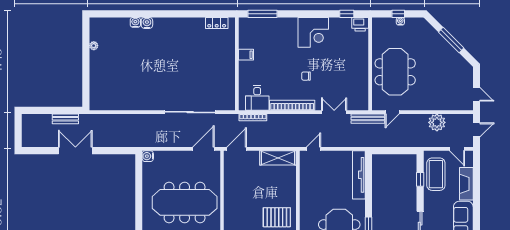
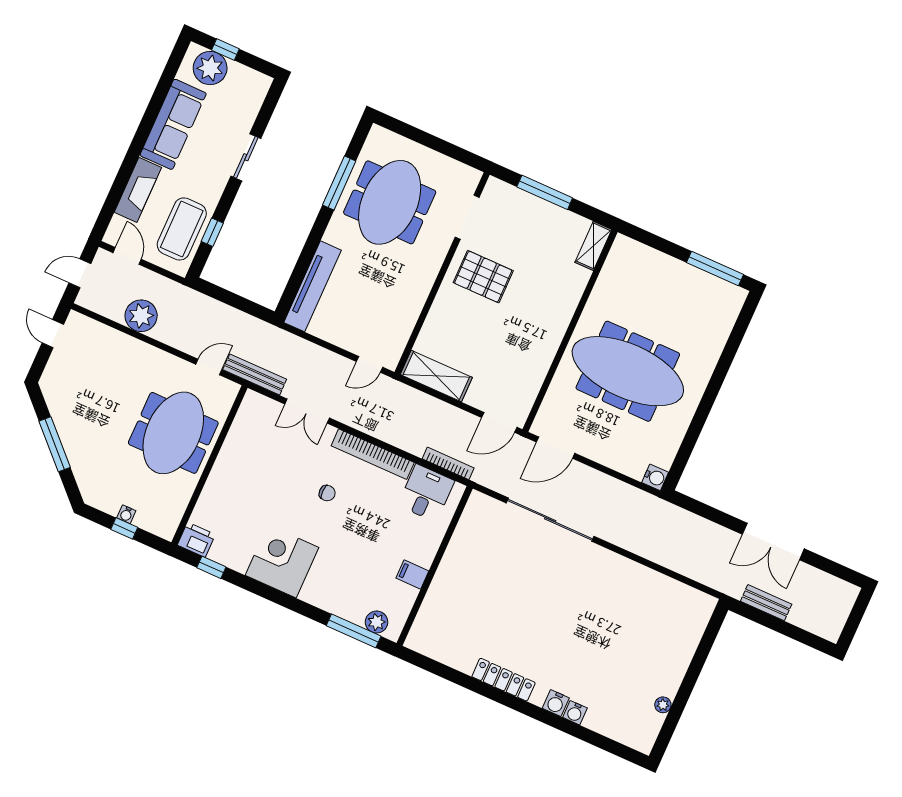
locker: (217, 23) -> (504, 680), moved, width x1.53
plant: (253, 23) -> (377, 622), added

